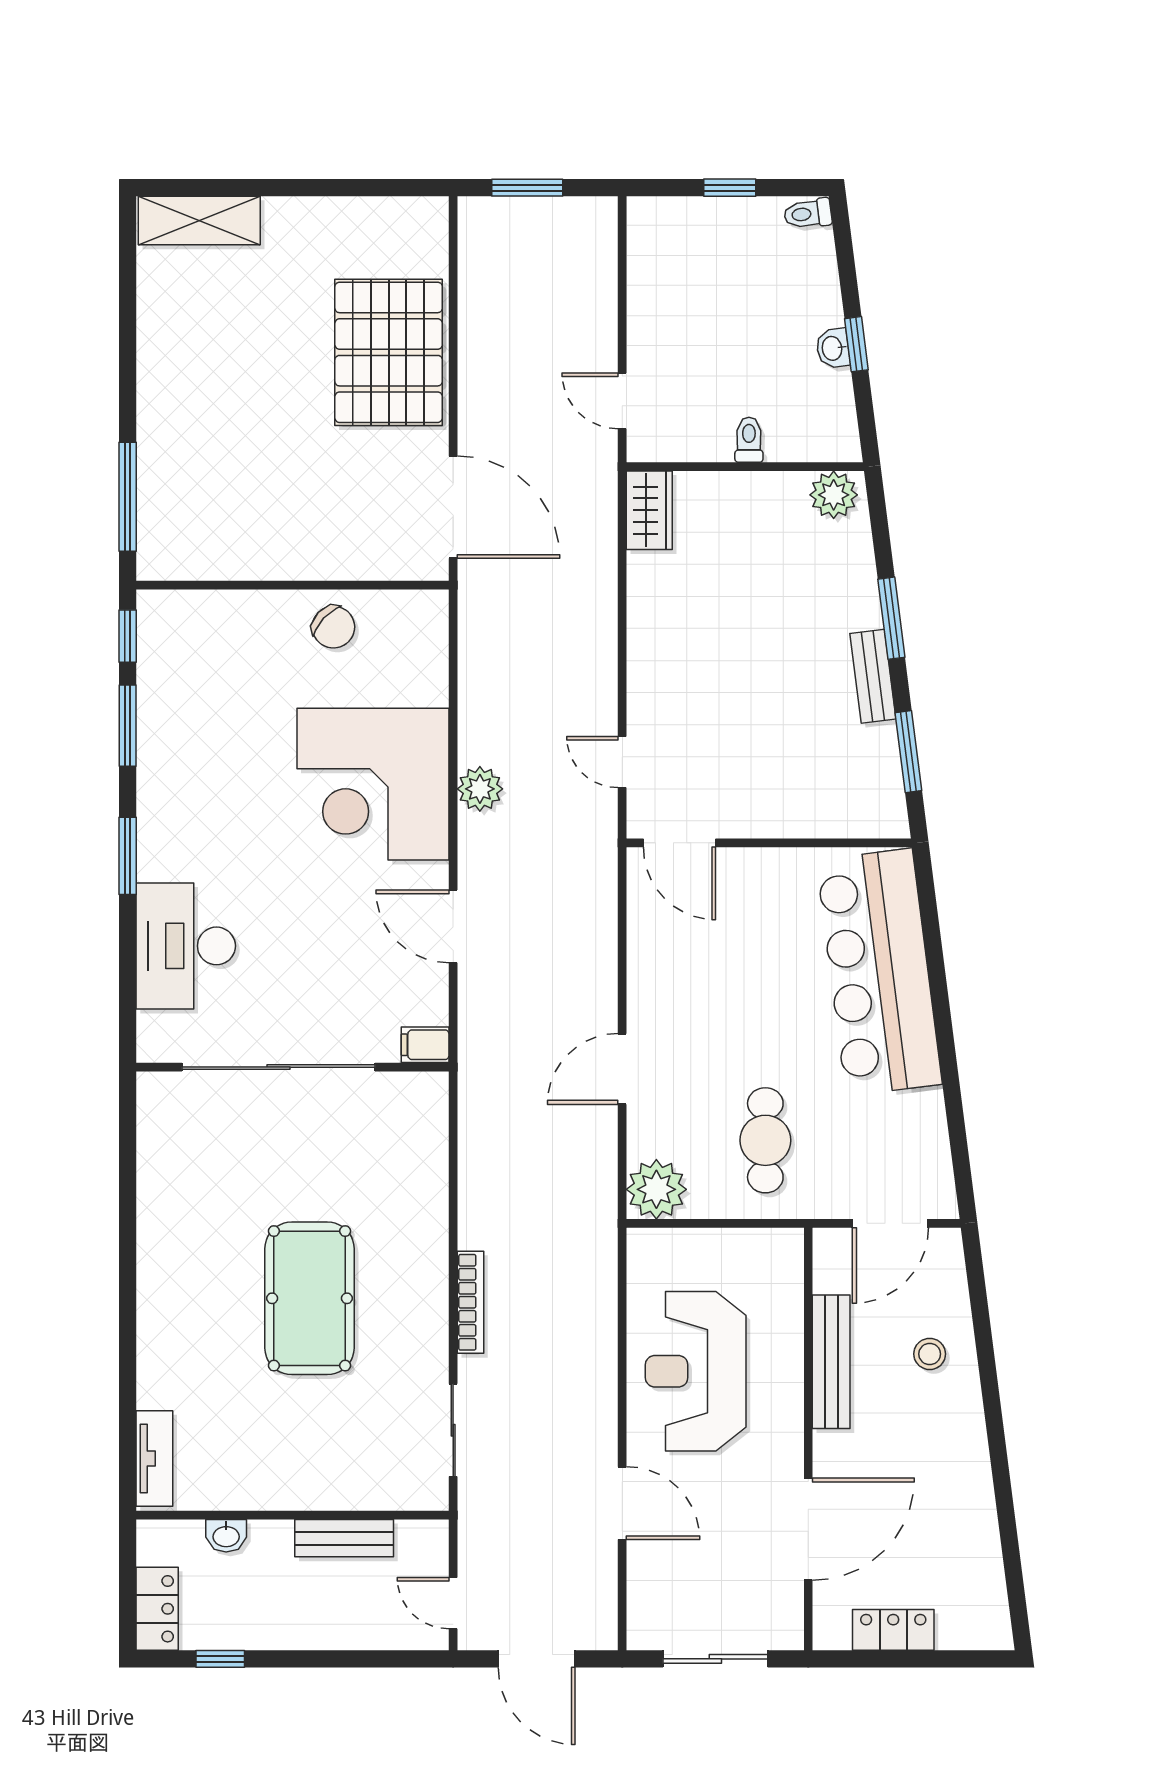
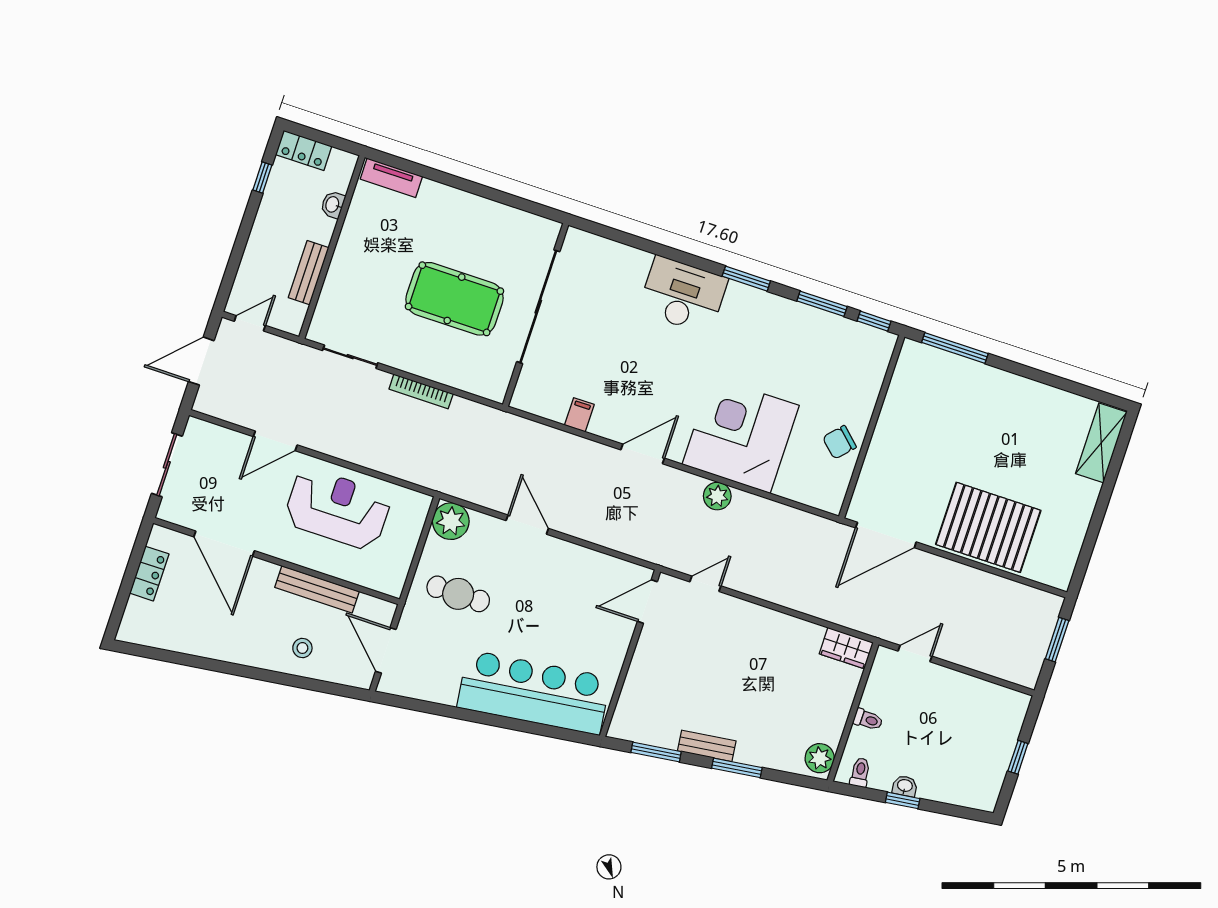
toilet: (808, 214) -> (860, 772), moved
sliding door: (278, 1067) -> (538, 307), moved
wall: (292, 1067) -> (536, 315), moved

